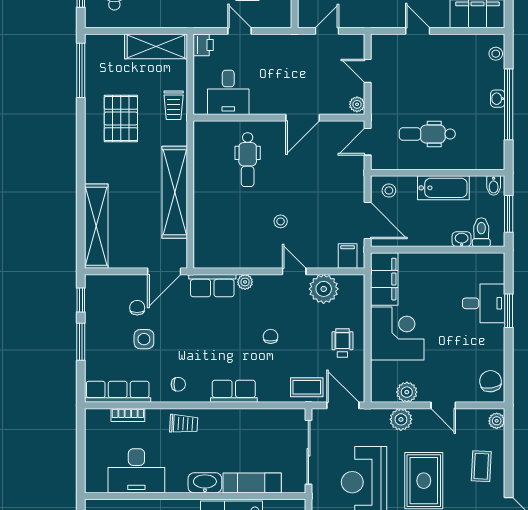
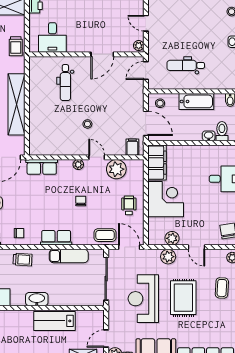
plant: (245, 282) -> (78, 165), moved
exam couch: (252, 483) -> (69, 256), moved, turned 180

